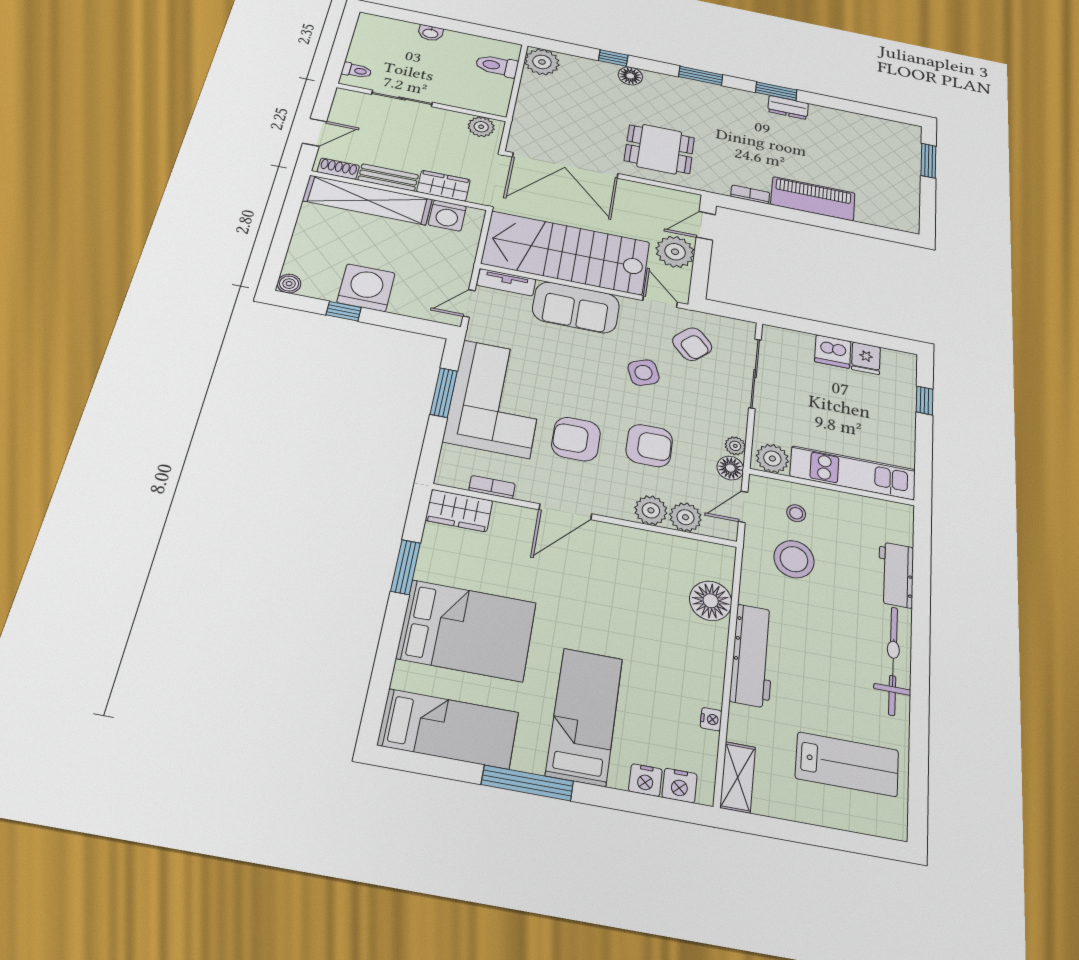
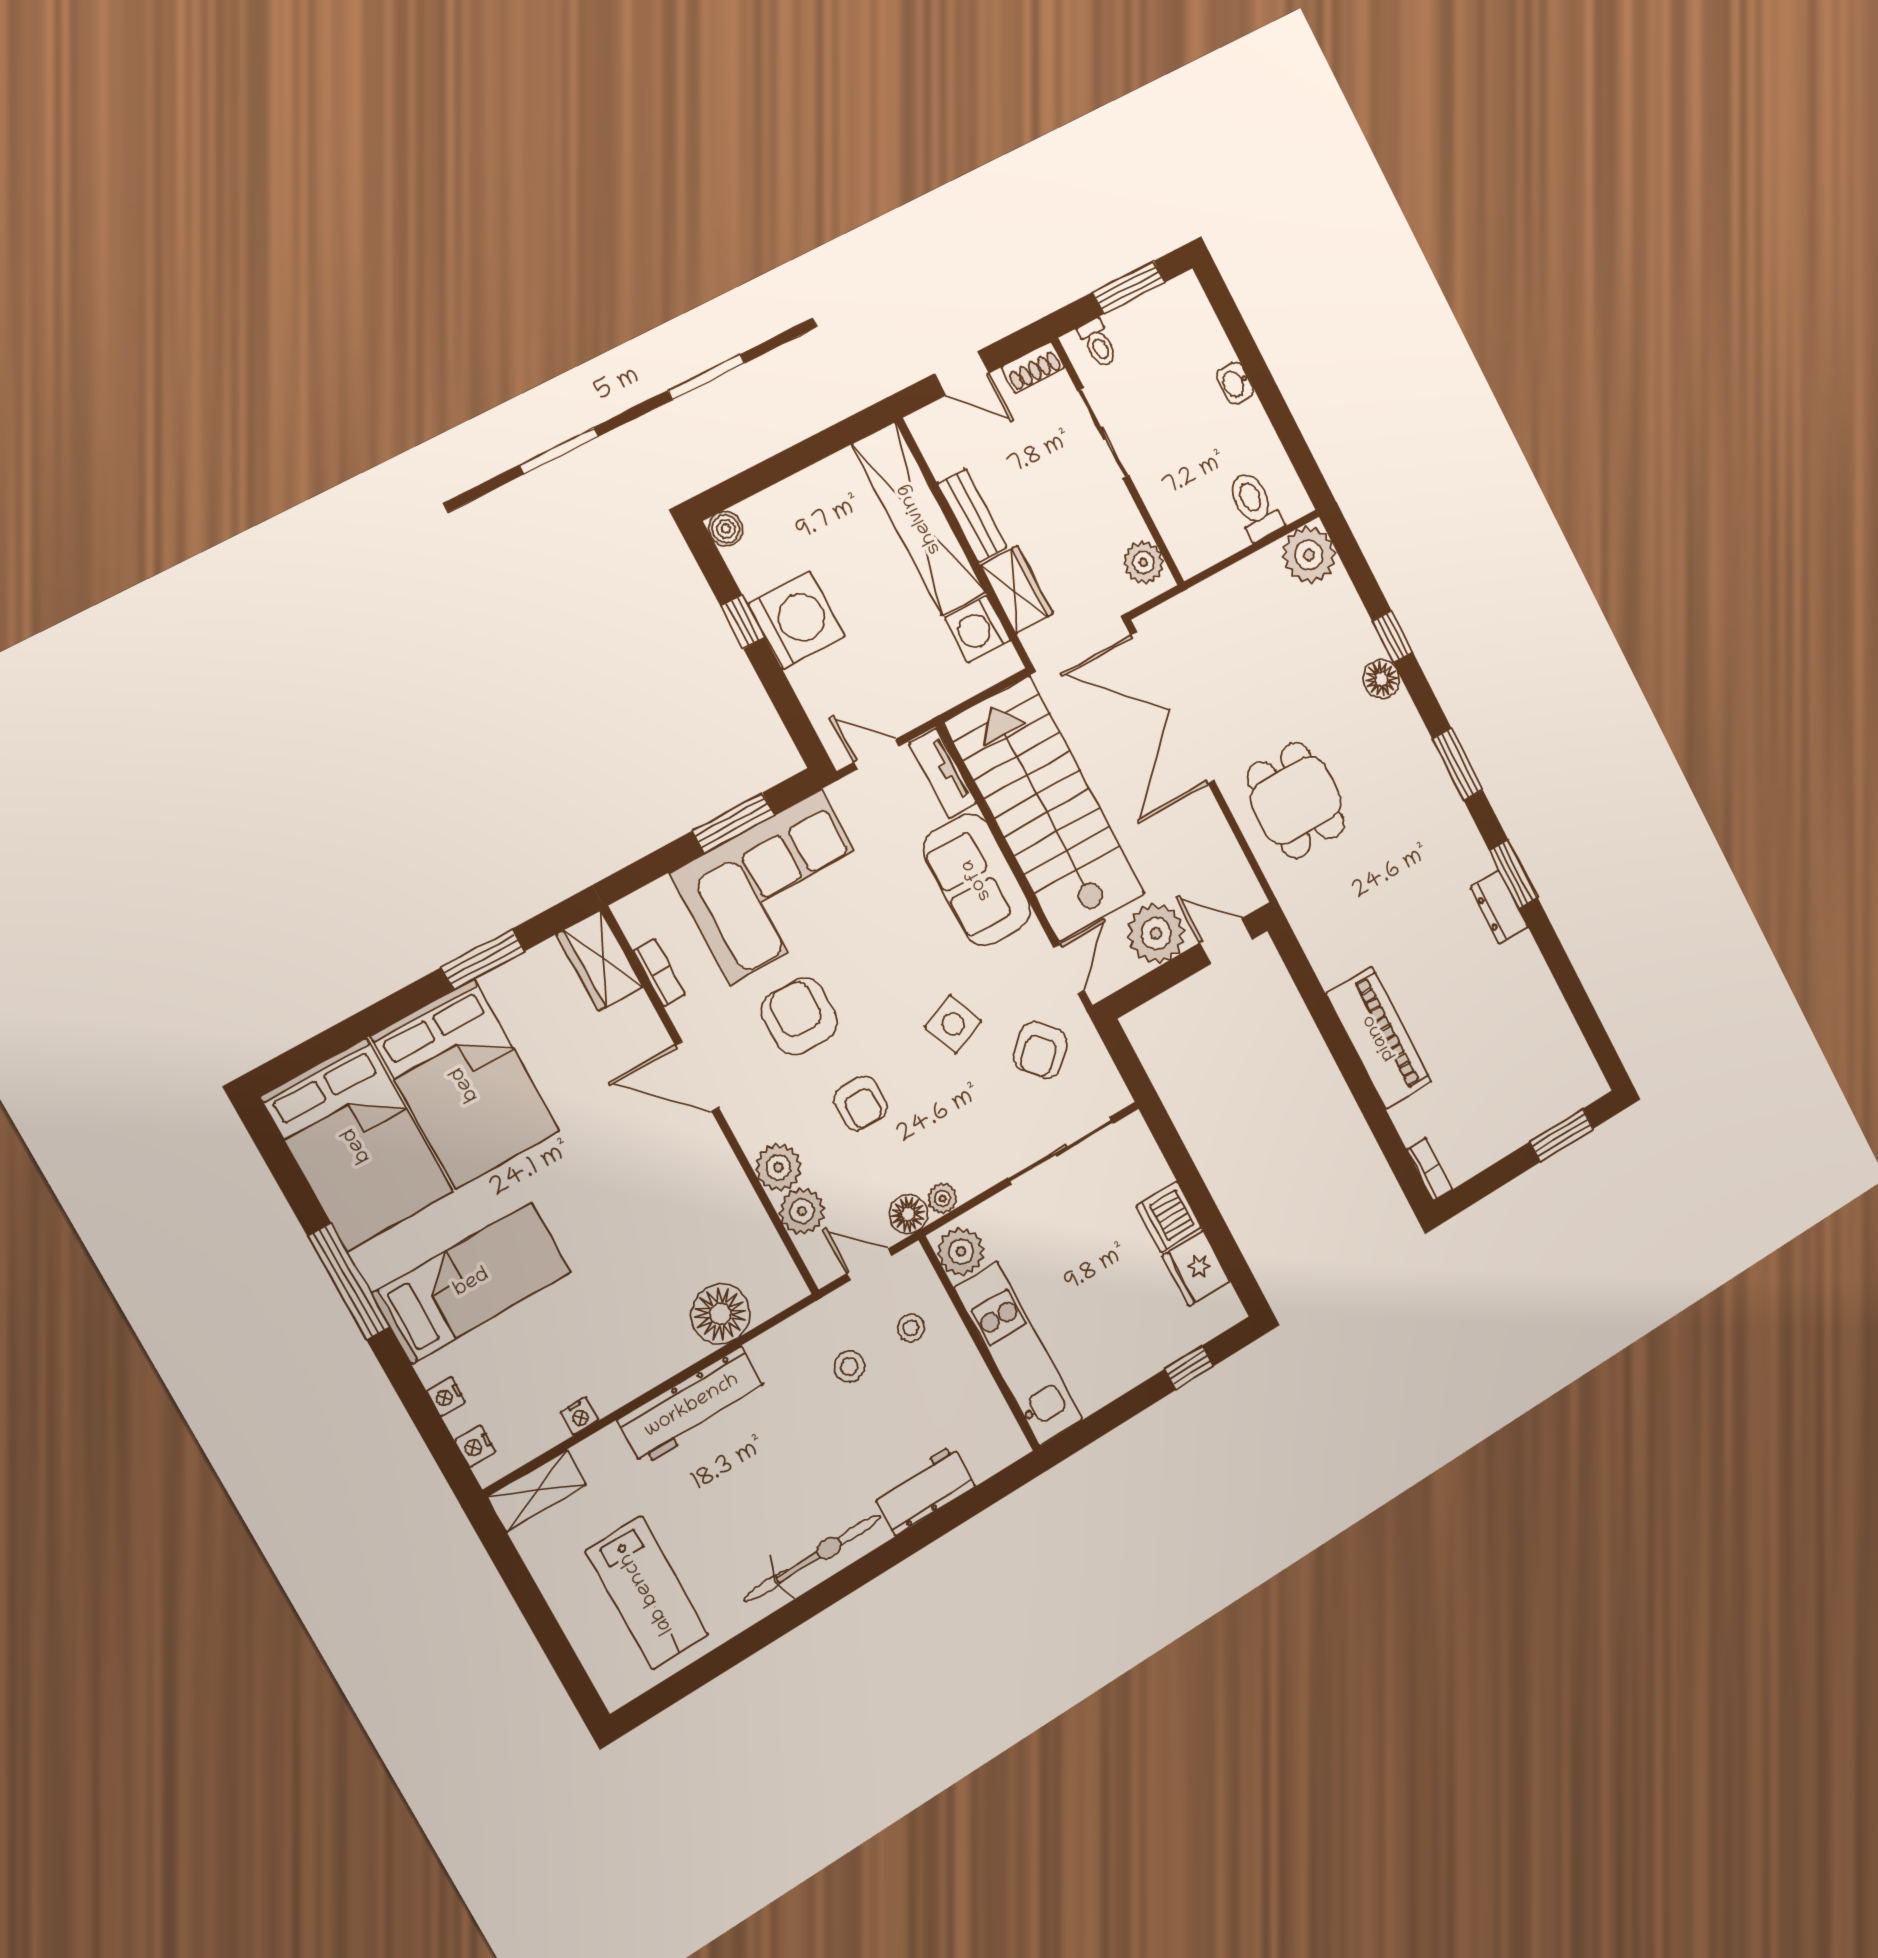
window: (343, 41) -> (1129, 287), added
shoe rack: (338, 169) -> (1033, 367), moved, turned 90
bookcase: (750, 194) -> (1430, 1170), moved
fridge: (866, 358) -> (1196, 1268), width x1.38
armchair: (649, 446) -> (861, 1103), width x0.72, depth x0.72
stool: (794, 559) -> (849, 1367), width x0.53, depth x0.53
bed: (448, 729) -> (357, 1145), width x1.50
nightstand: (645, 780) -> (446, 1397), width x0.72, depth x0.74
nightstand: (680, 786) -> (475, 1446), width x0.72, depth x0.74

